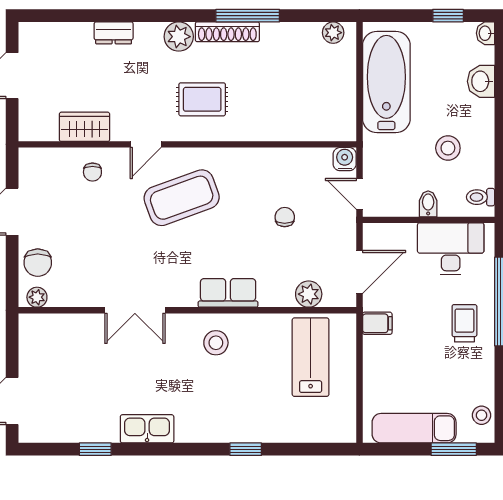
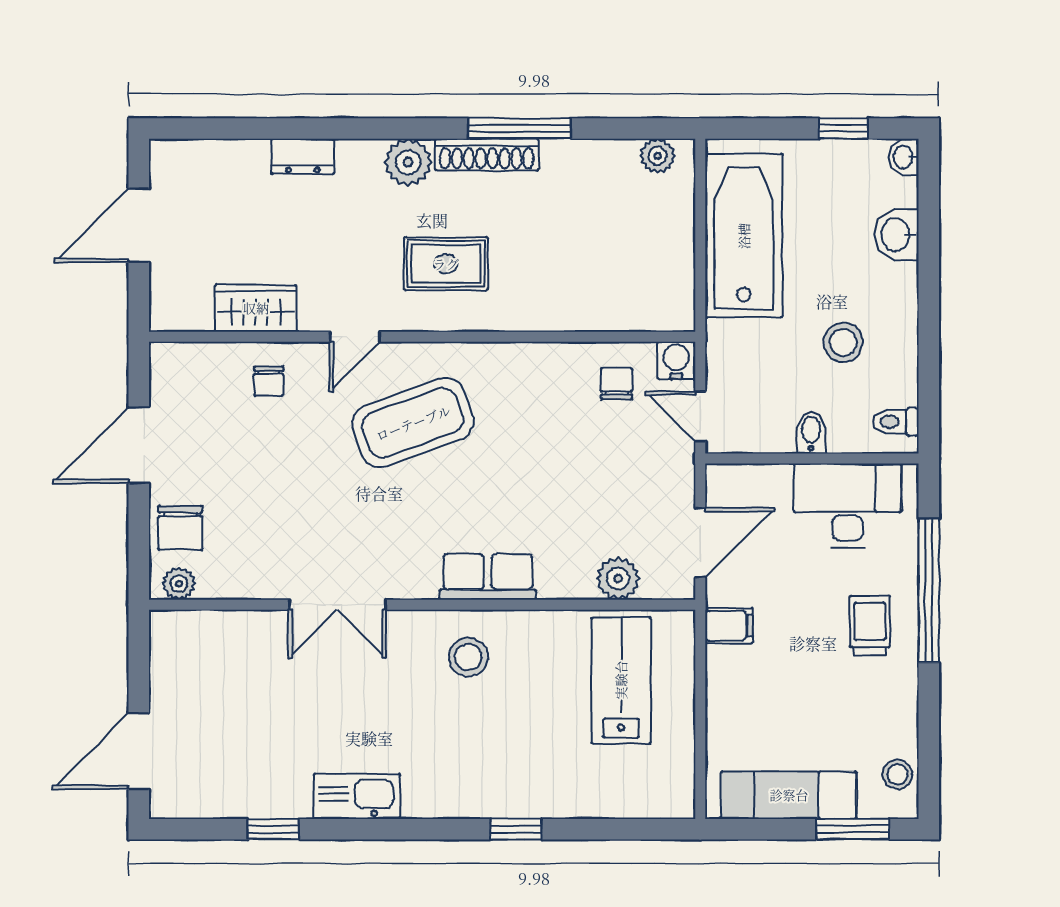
chair: (285, 217) -> (617, 384), moved

